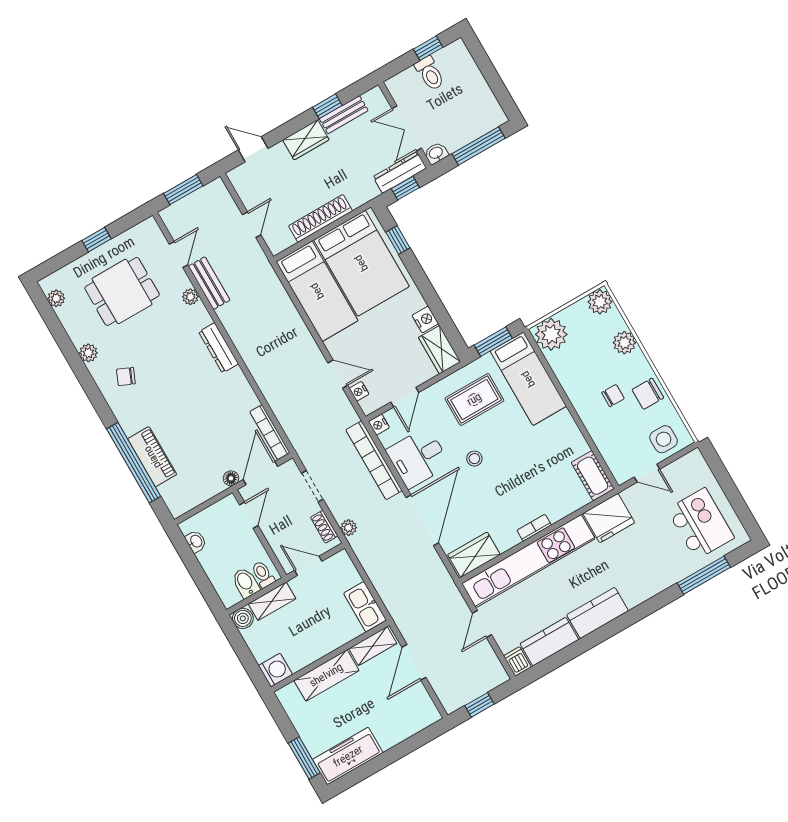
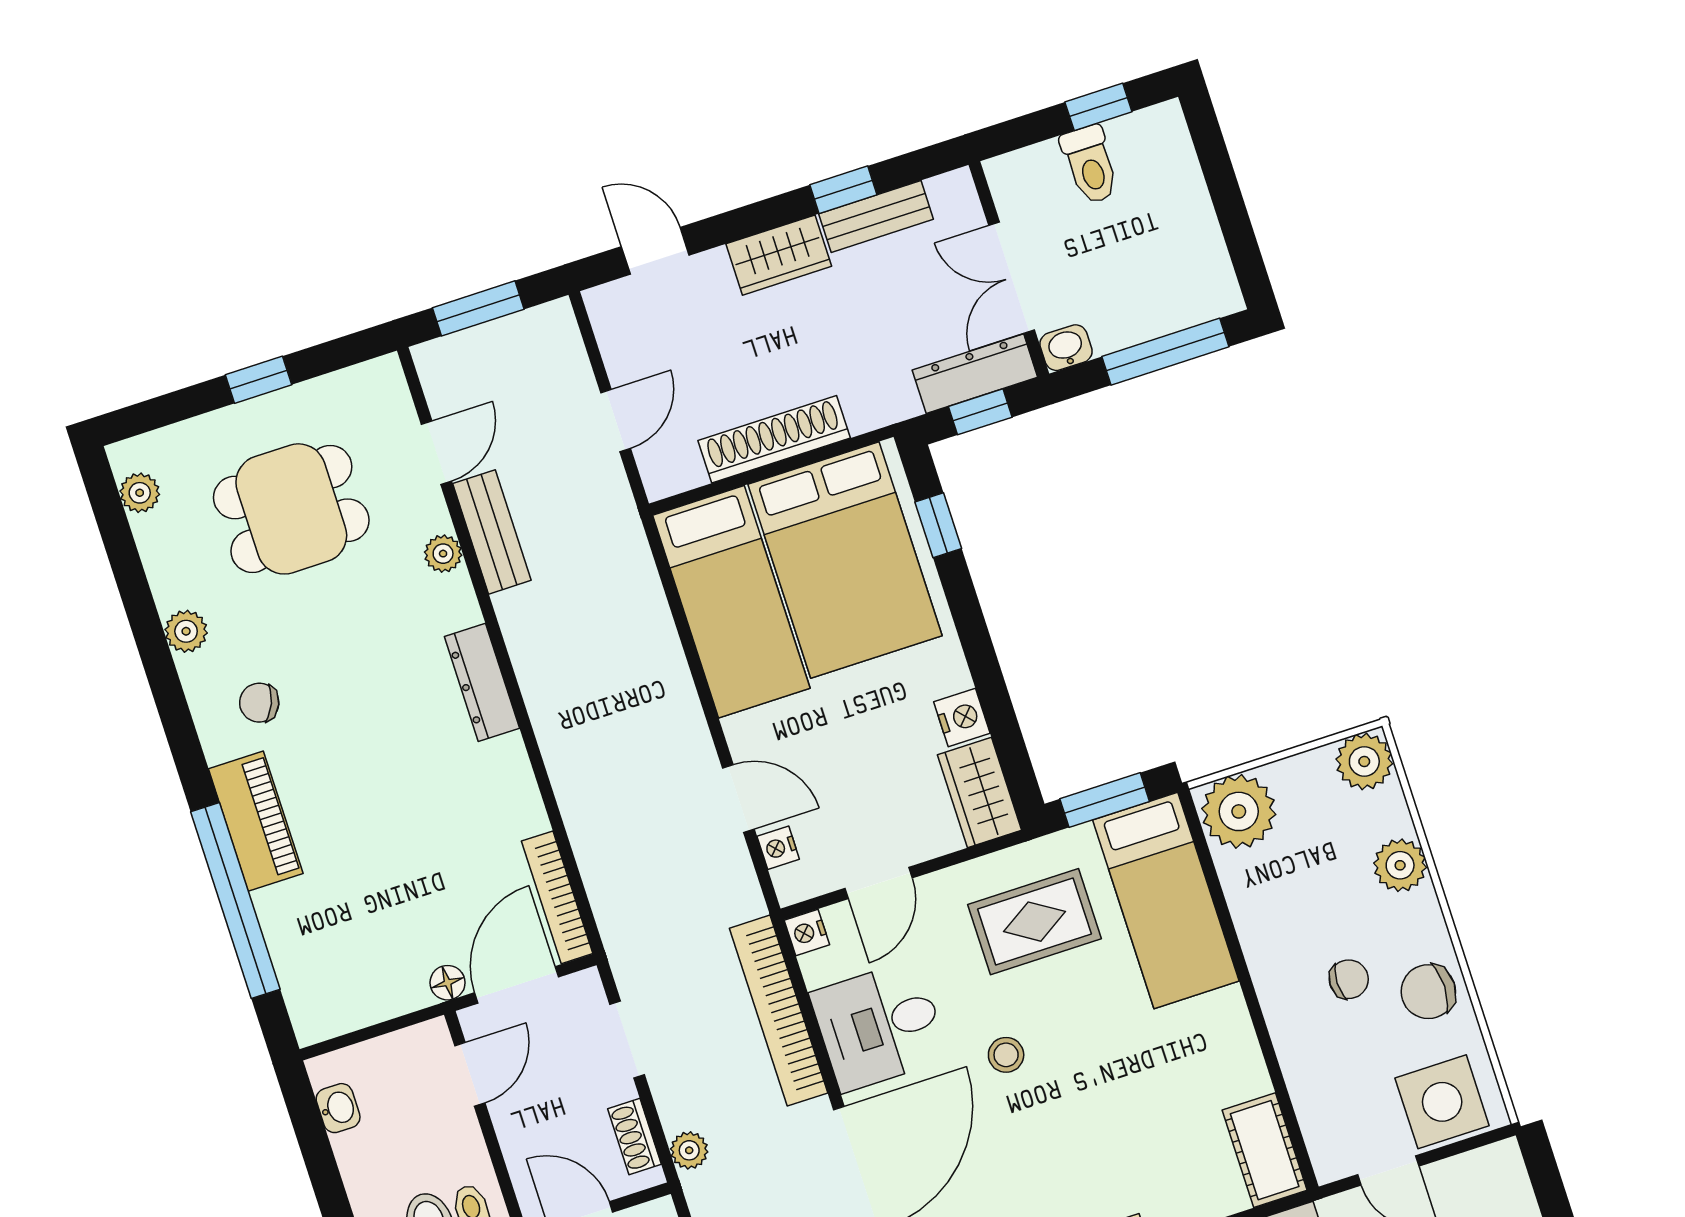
side table: (664, 439) -> (1442, 1102), width x1.37, depth x1.37
piano: (152, 457) -> (256, 821), moved

